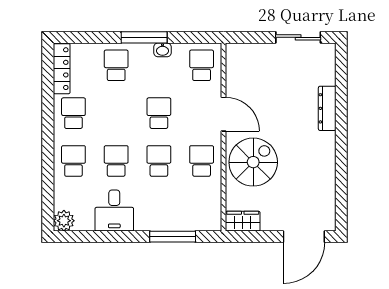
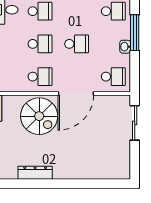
sliding door: (298, 37) -> (135, 123), moved
dresser: (327, 108) -> (35, 173), moved
door: (224, 114) -> (76, 93), width x1.36

